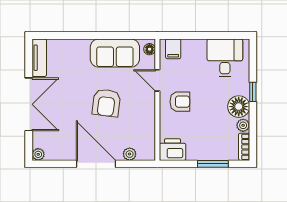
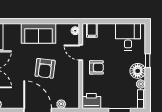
sofa: (115, 53) -> (38, 33), moved

